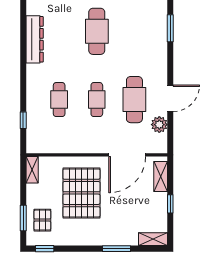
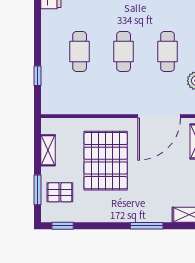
cafe table: (134, 100) -> (167, 51), width x0.73, depth x0.74
shelving: (32, 170) -> (48, 150), moved
pallet: (42, 220) -> (60, 192), turned 90

